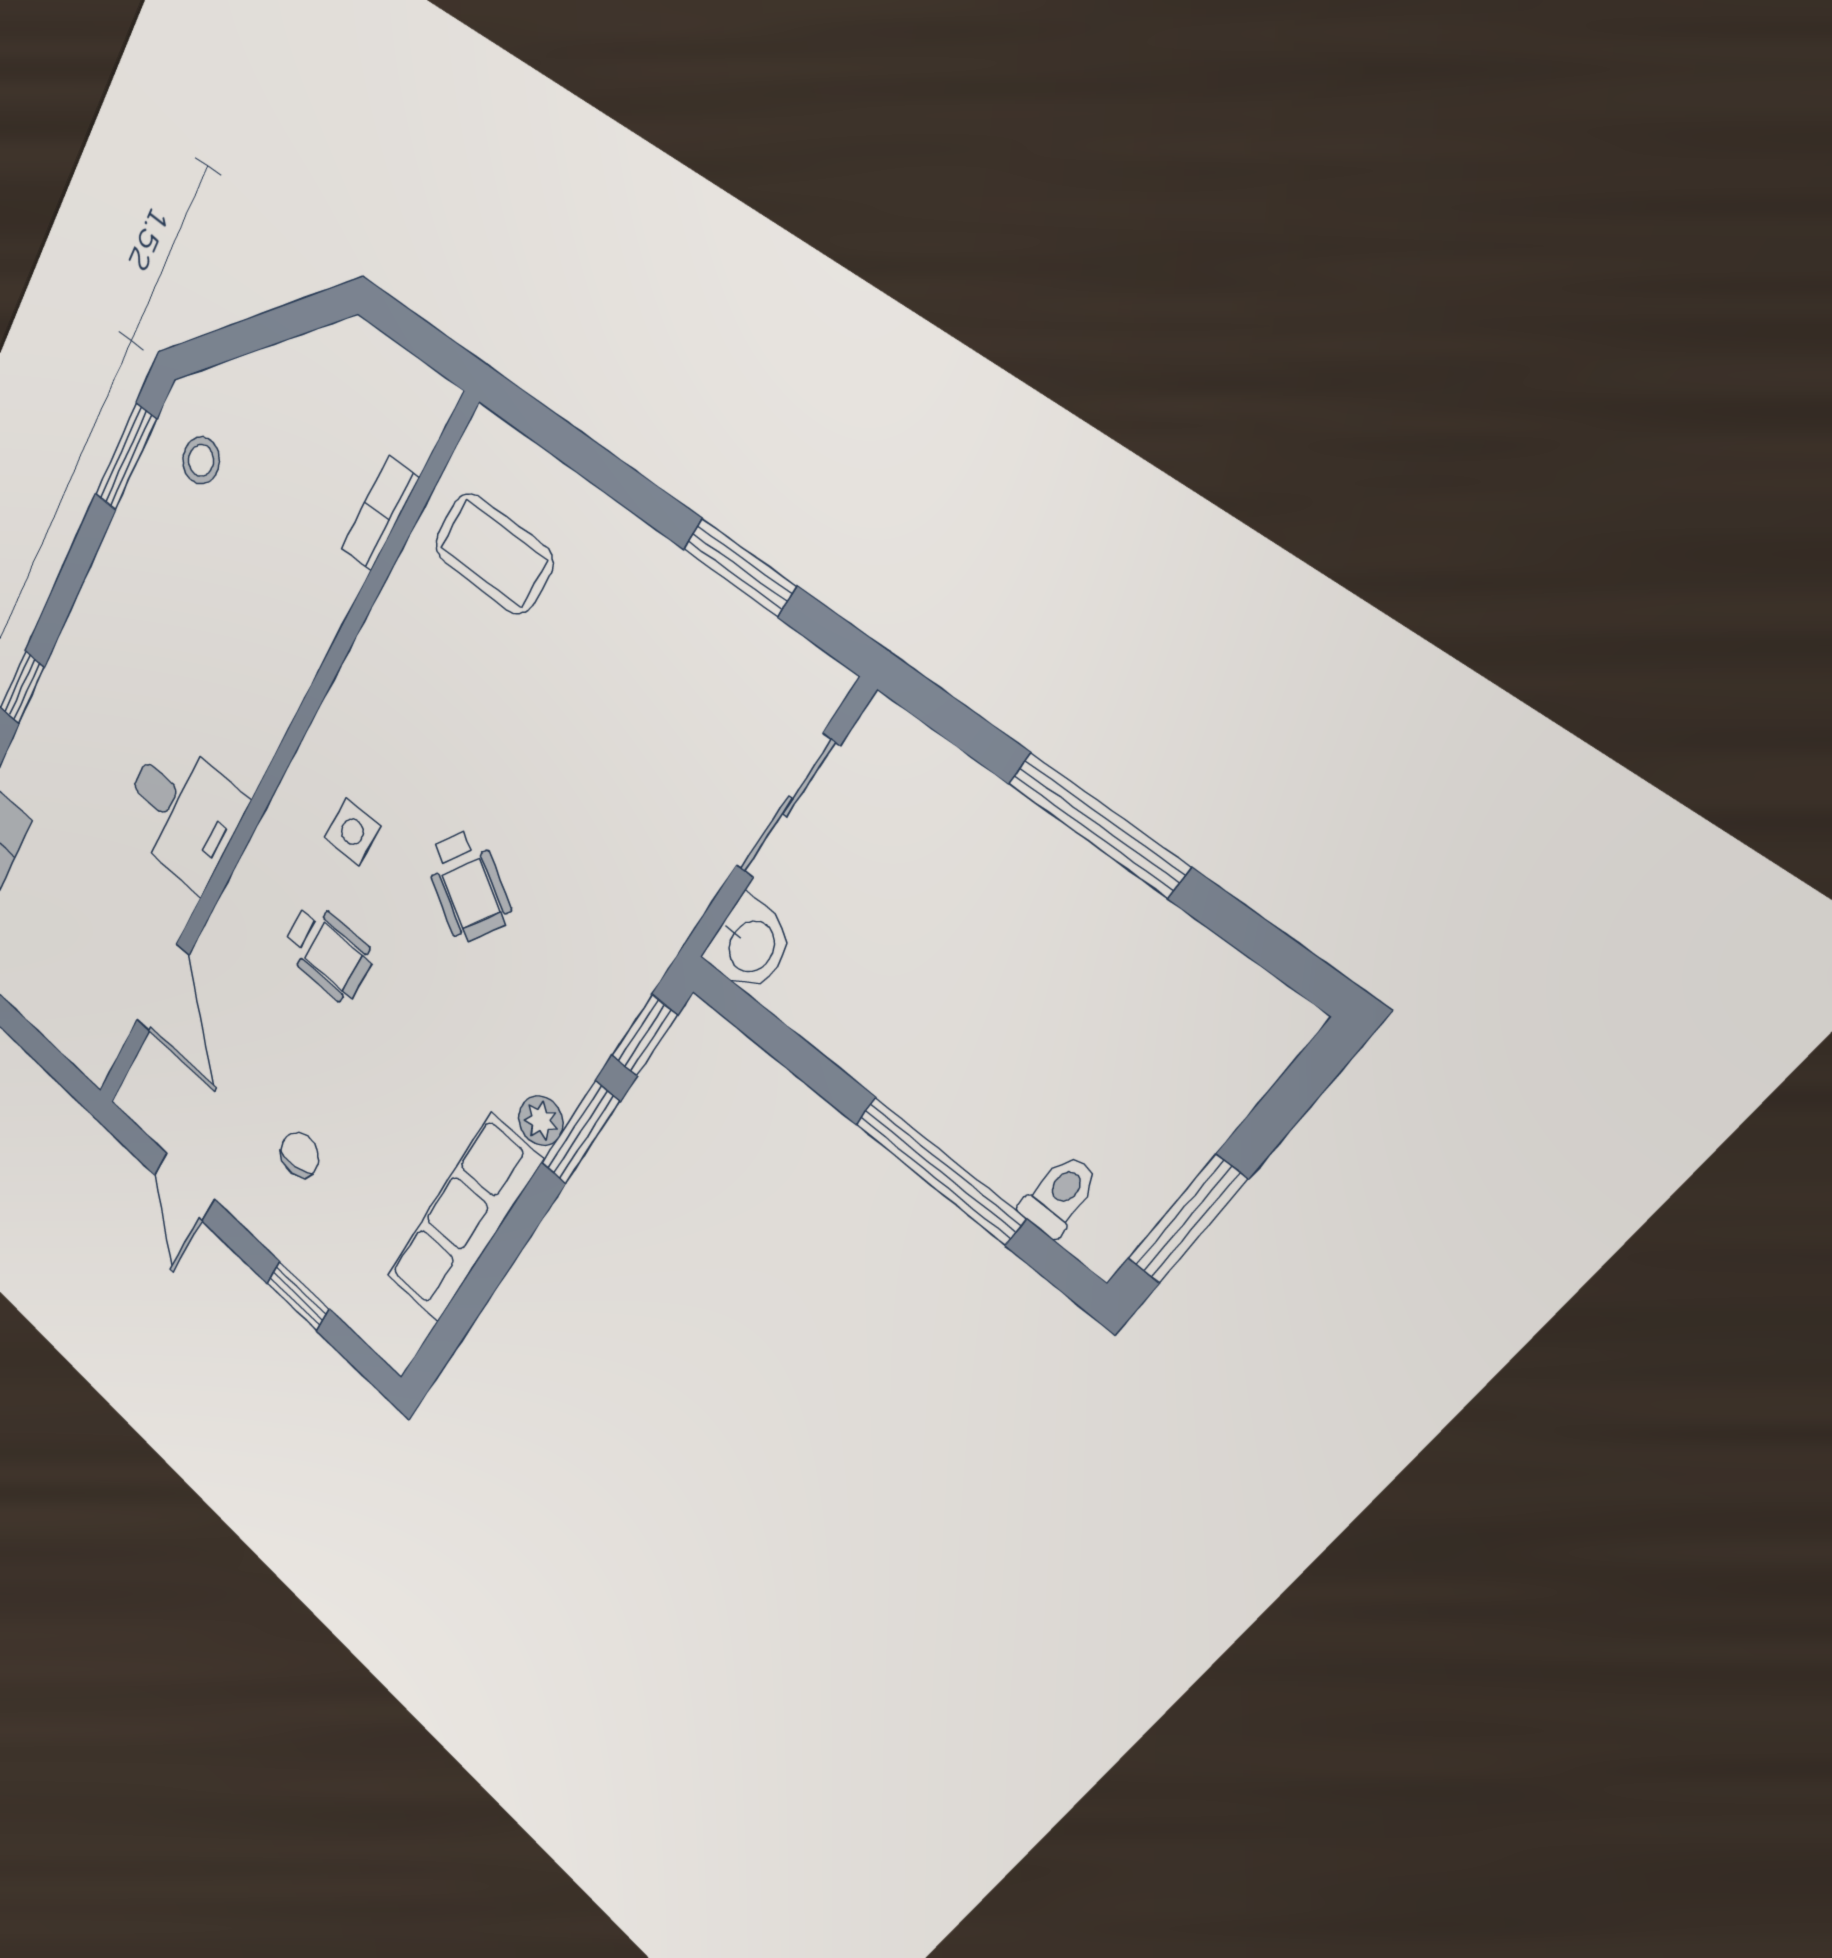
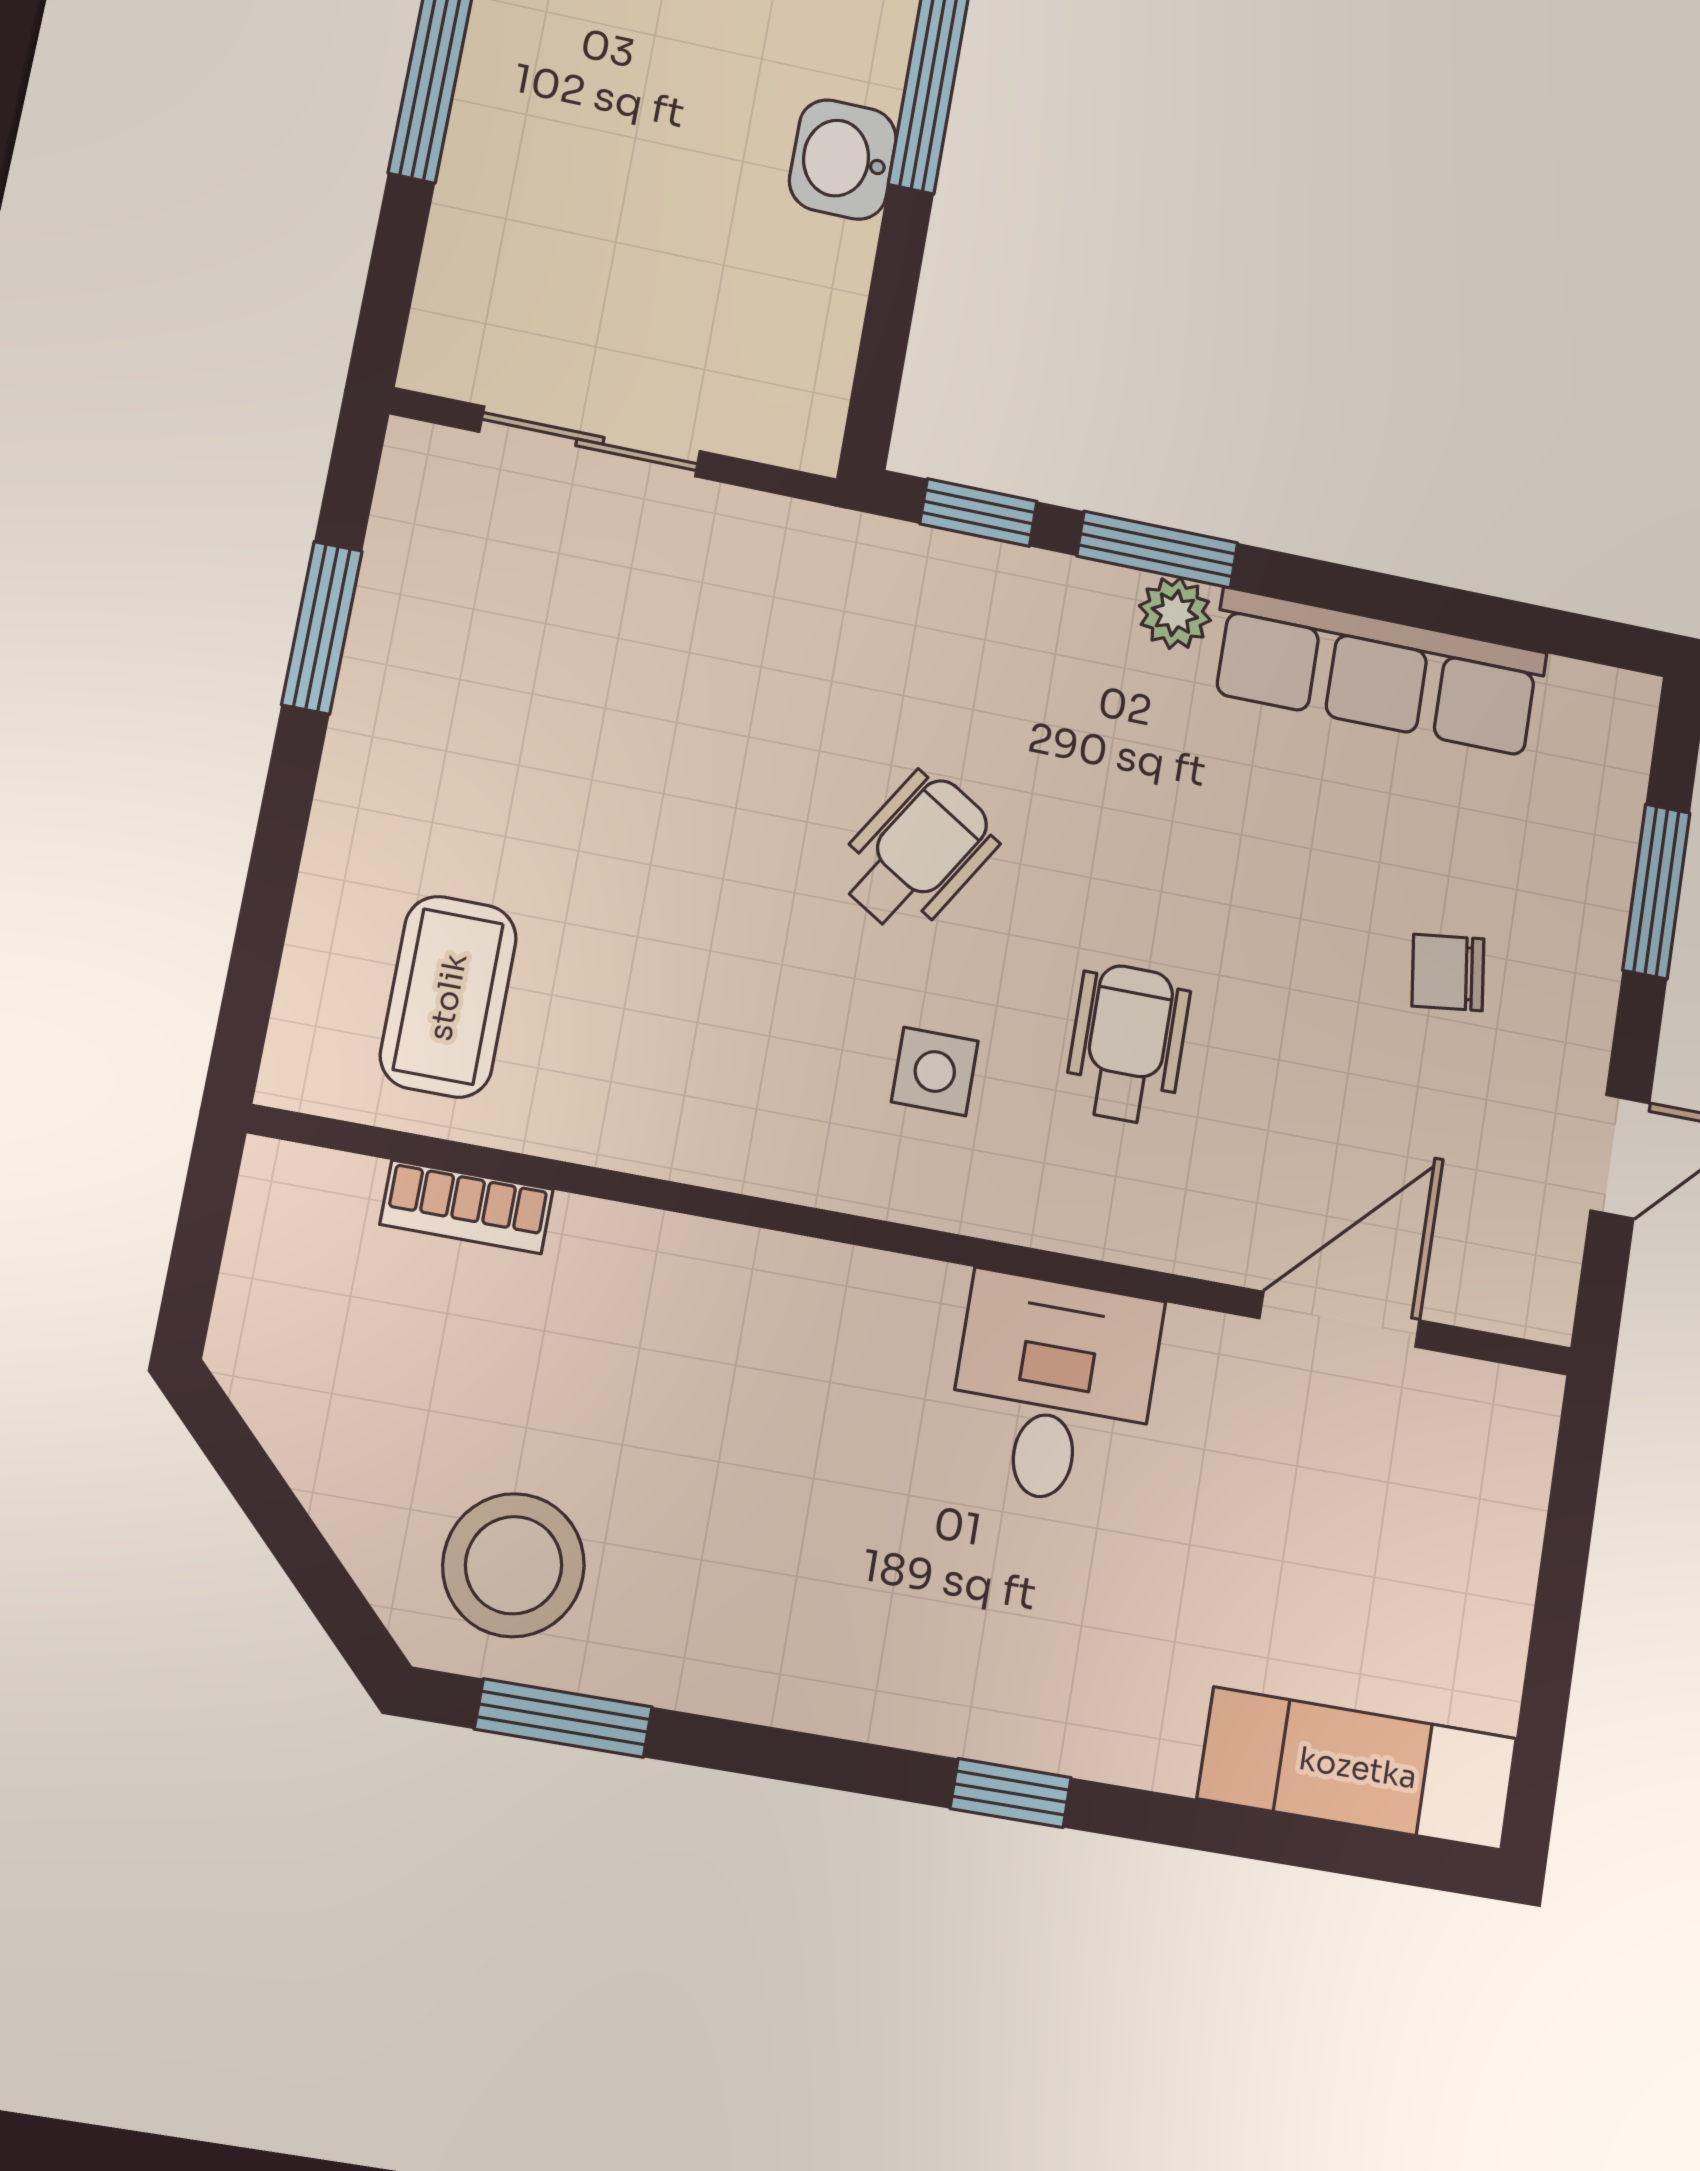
stool: (201, 460) -> (514, 1565), width x1.89, depth x1.89
washbasin: (750, 945) -> (843, 160), moved, turned -90
window: (298, 1296) -> (1656, 891), width x1.50

